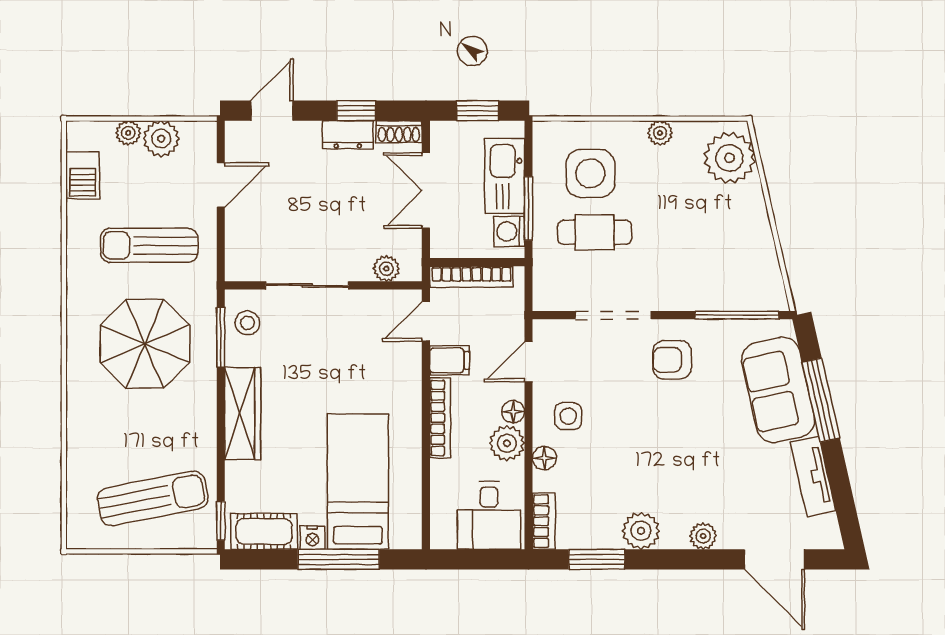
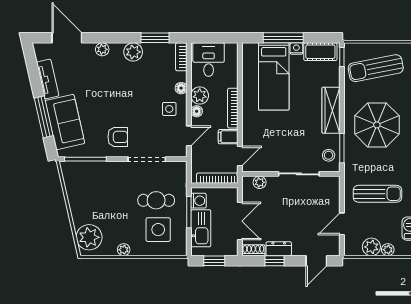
parasol: (145, 344) -> (377, 125), moved

